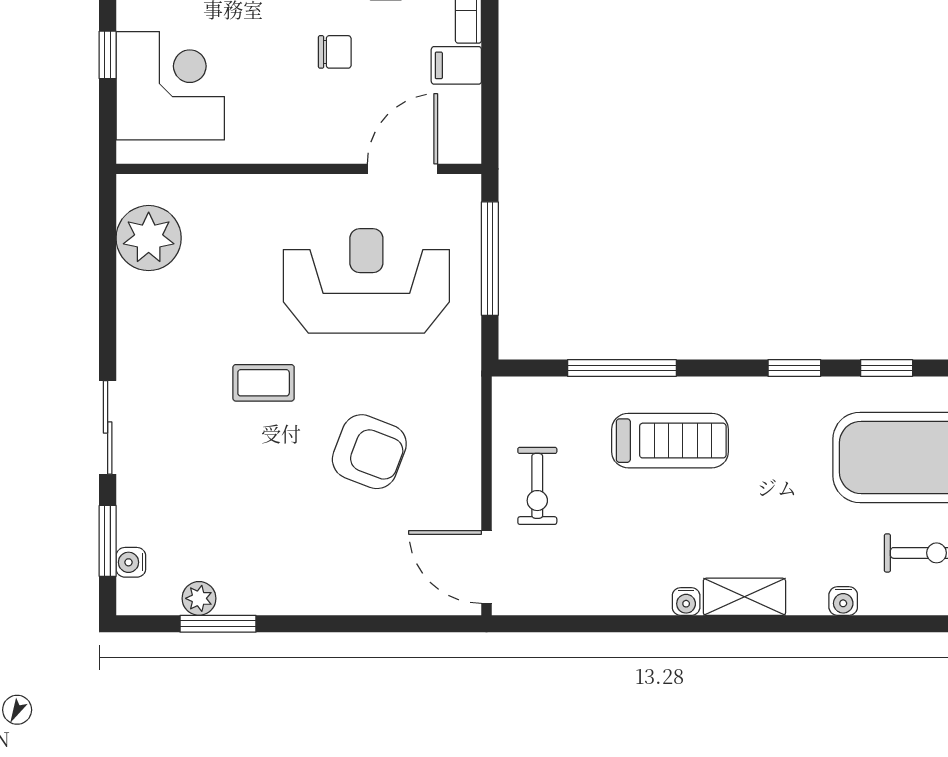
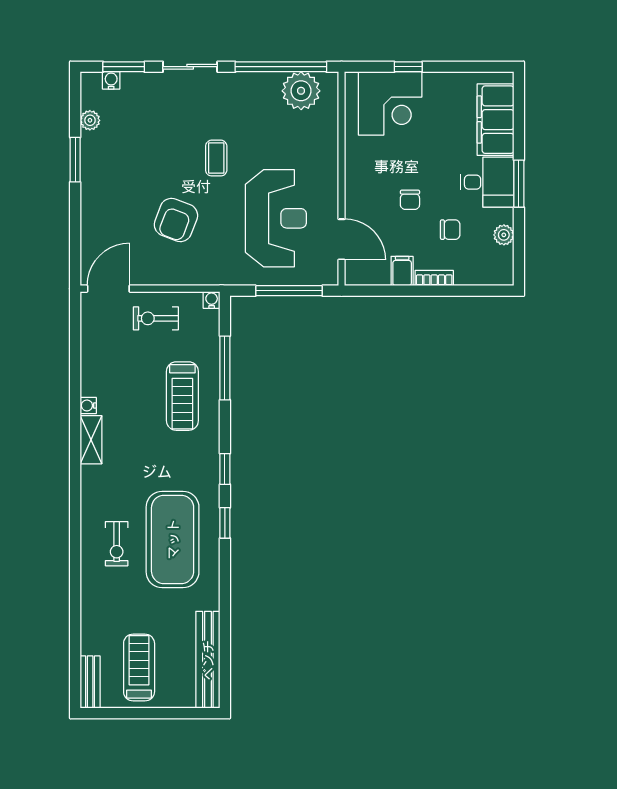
window: (108, 272) -> (281, 67), added
water cooler: (843, 601) -> (212, 300), moved, turned 90
window: (218, 624) -> (75, 160), moved

